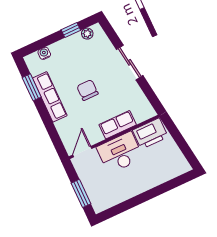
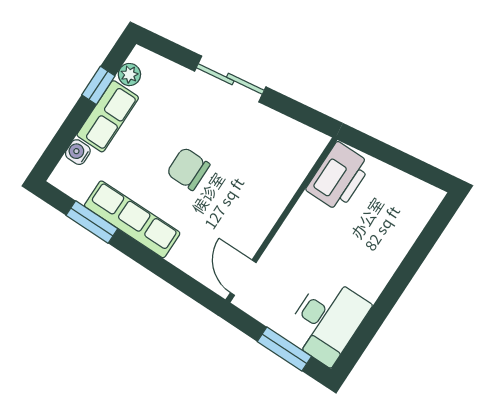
row of seats: (118, 125) -> (108, 116), moved, turned 180
desk: (120, 153) -> (327, 320), moved, turned 180

